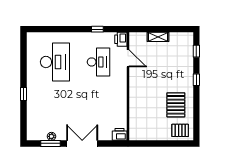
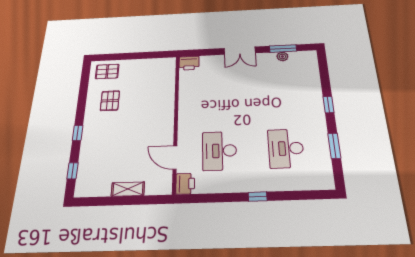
window: (97, 29) -> (258, 197), moved
desk: (55, 62) -> (286, 148), width x0.73, depth x0.77
window: (24, 63) -> (334, 146), added
pallet: (176, 105) -> (110, 101), width x0.67, depth x0.71
double door: (82, 143) -> (240, 51), width x0.73

